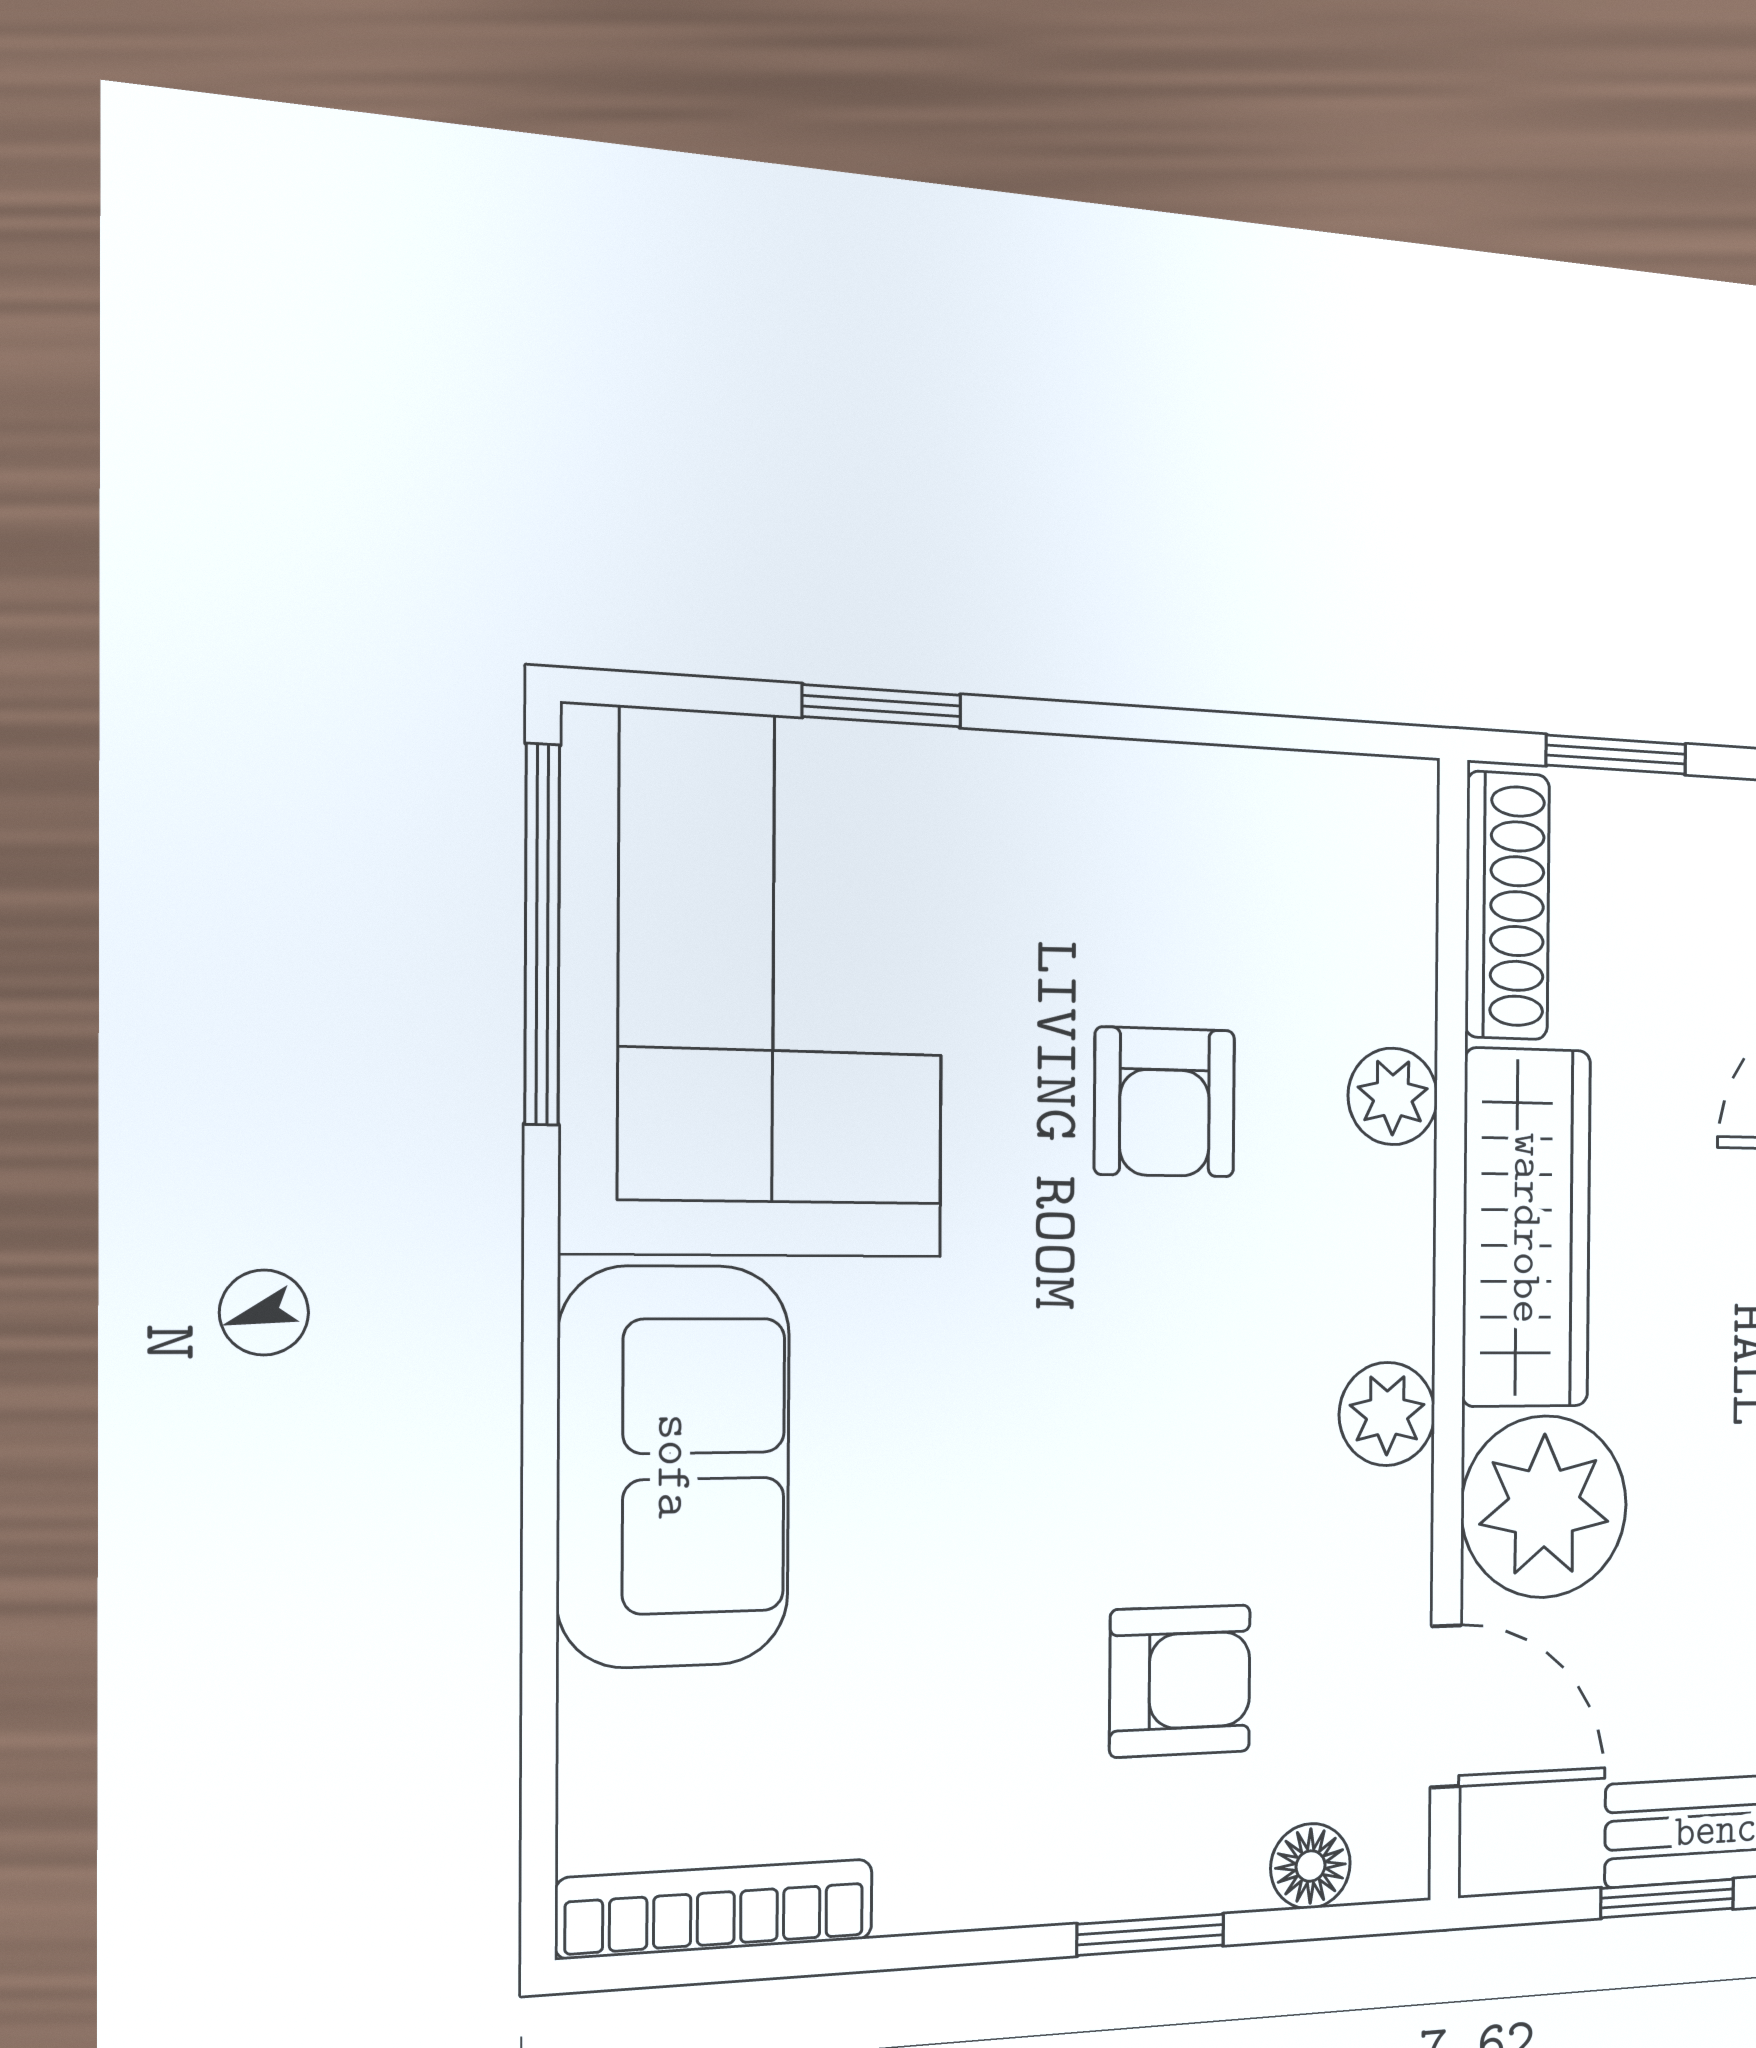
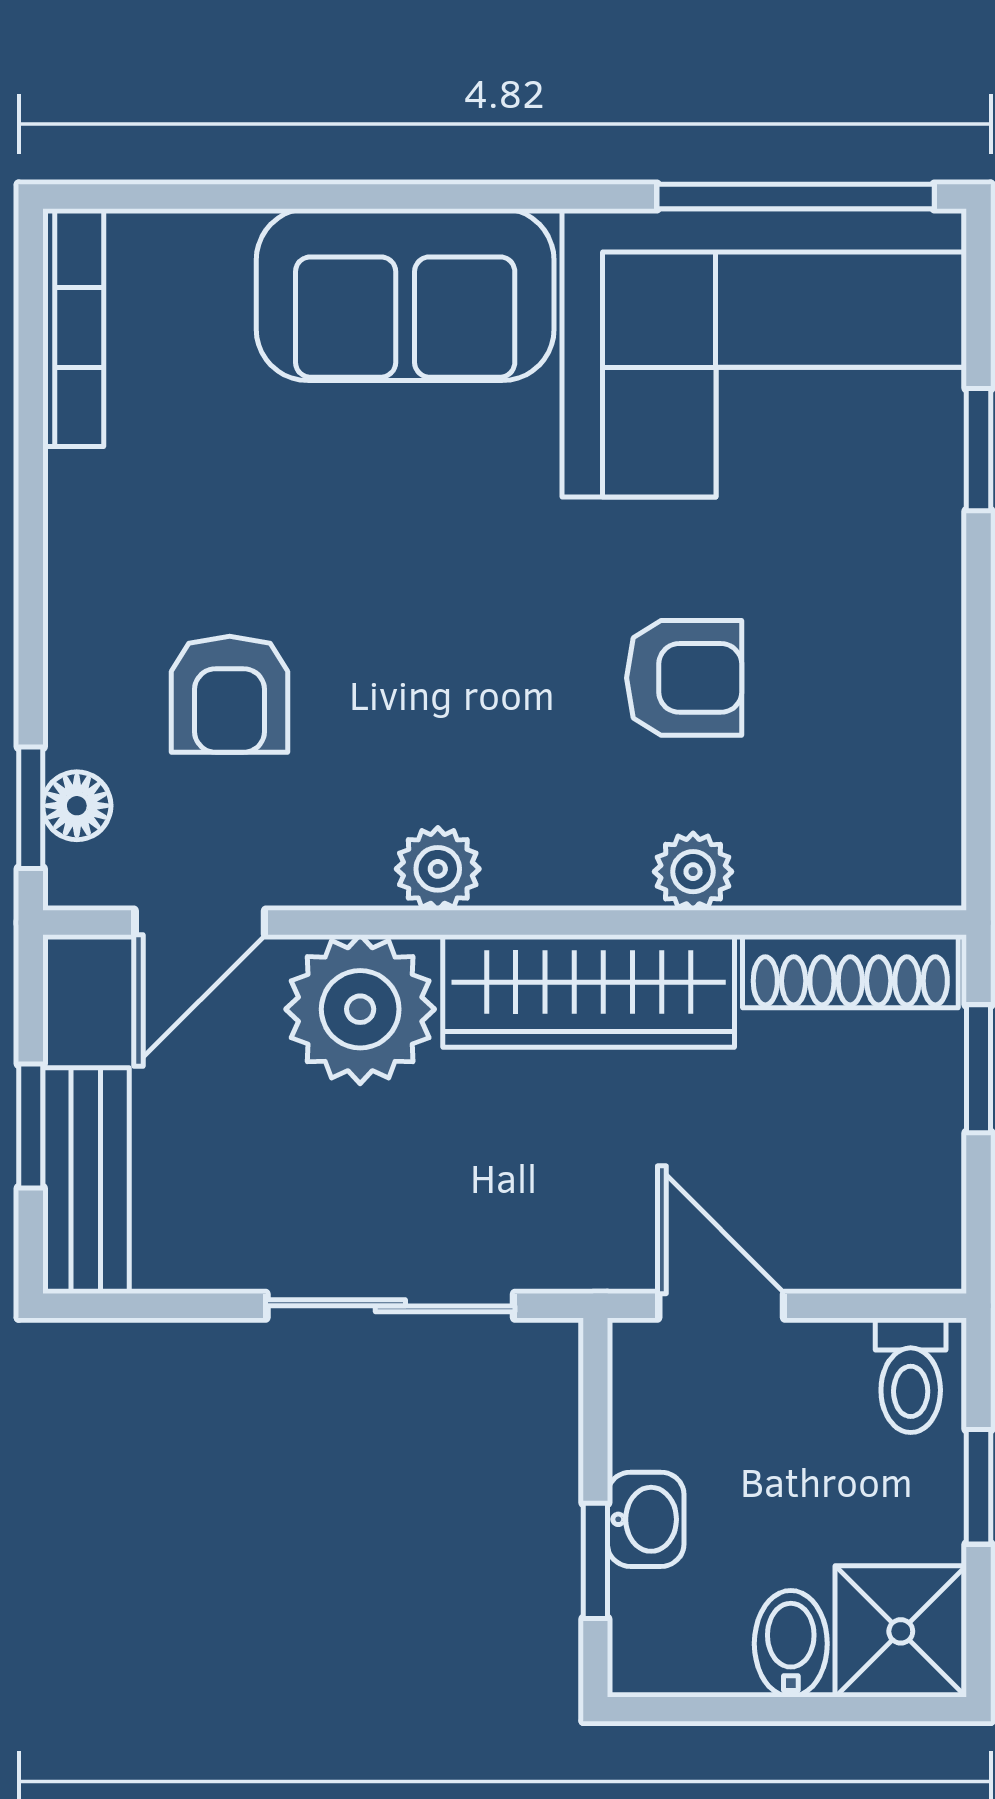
armchair: (1165, 1102) -> (684, 678), turned 180
window: (1151, 1935) -> (31, 808), moved

